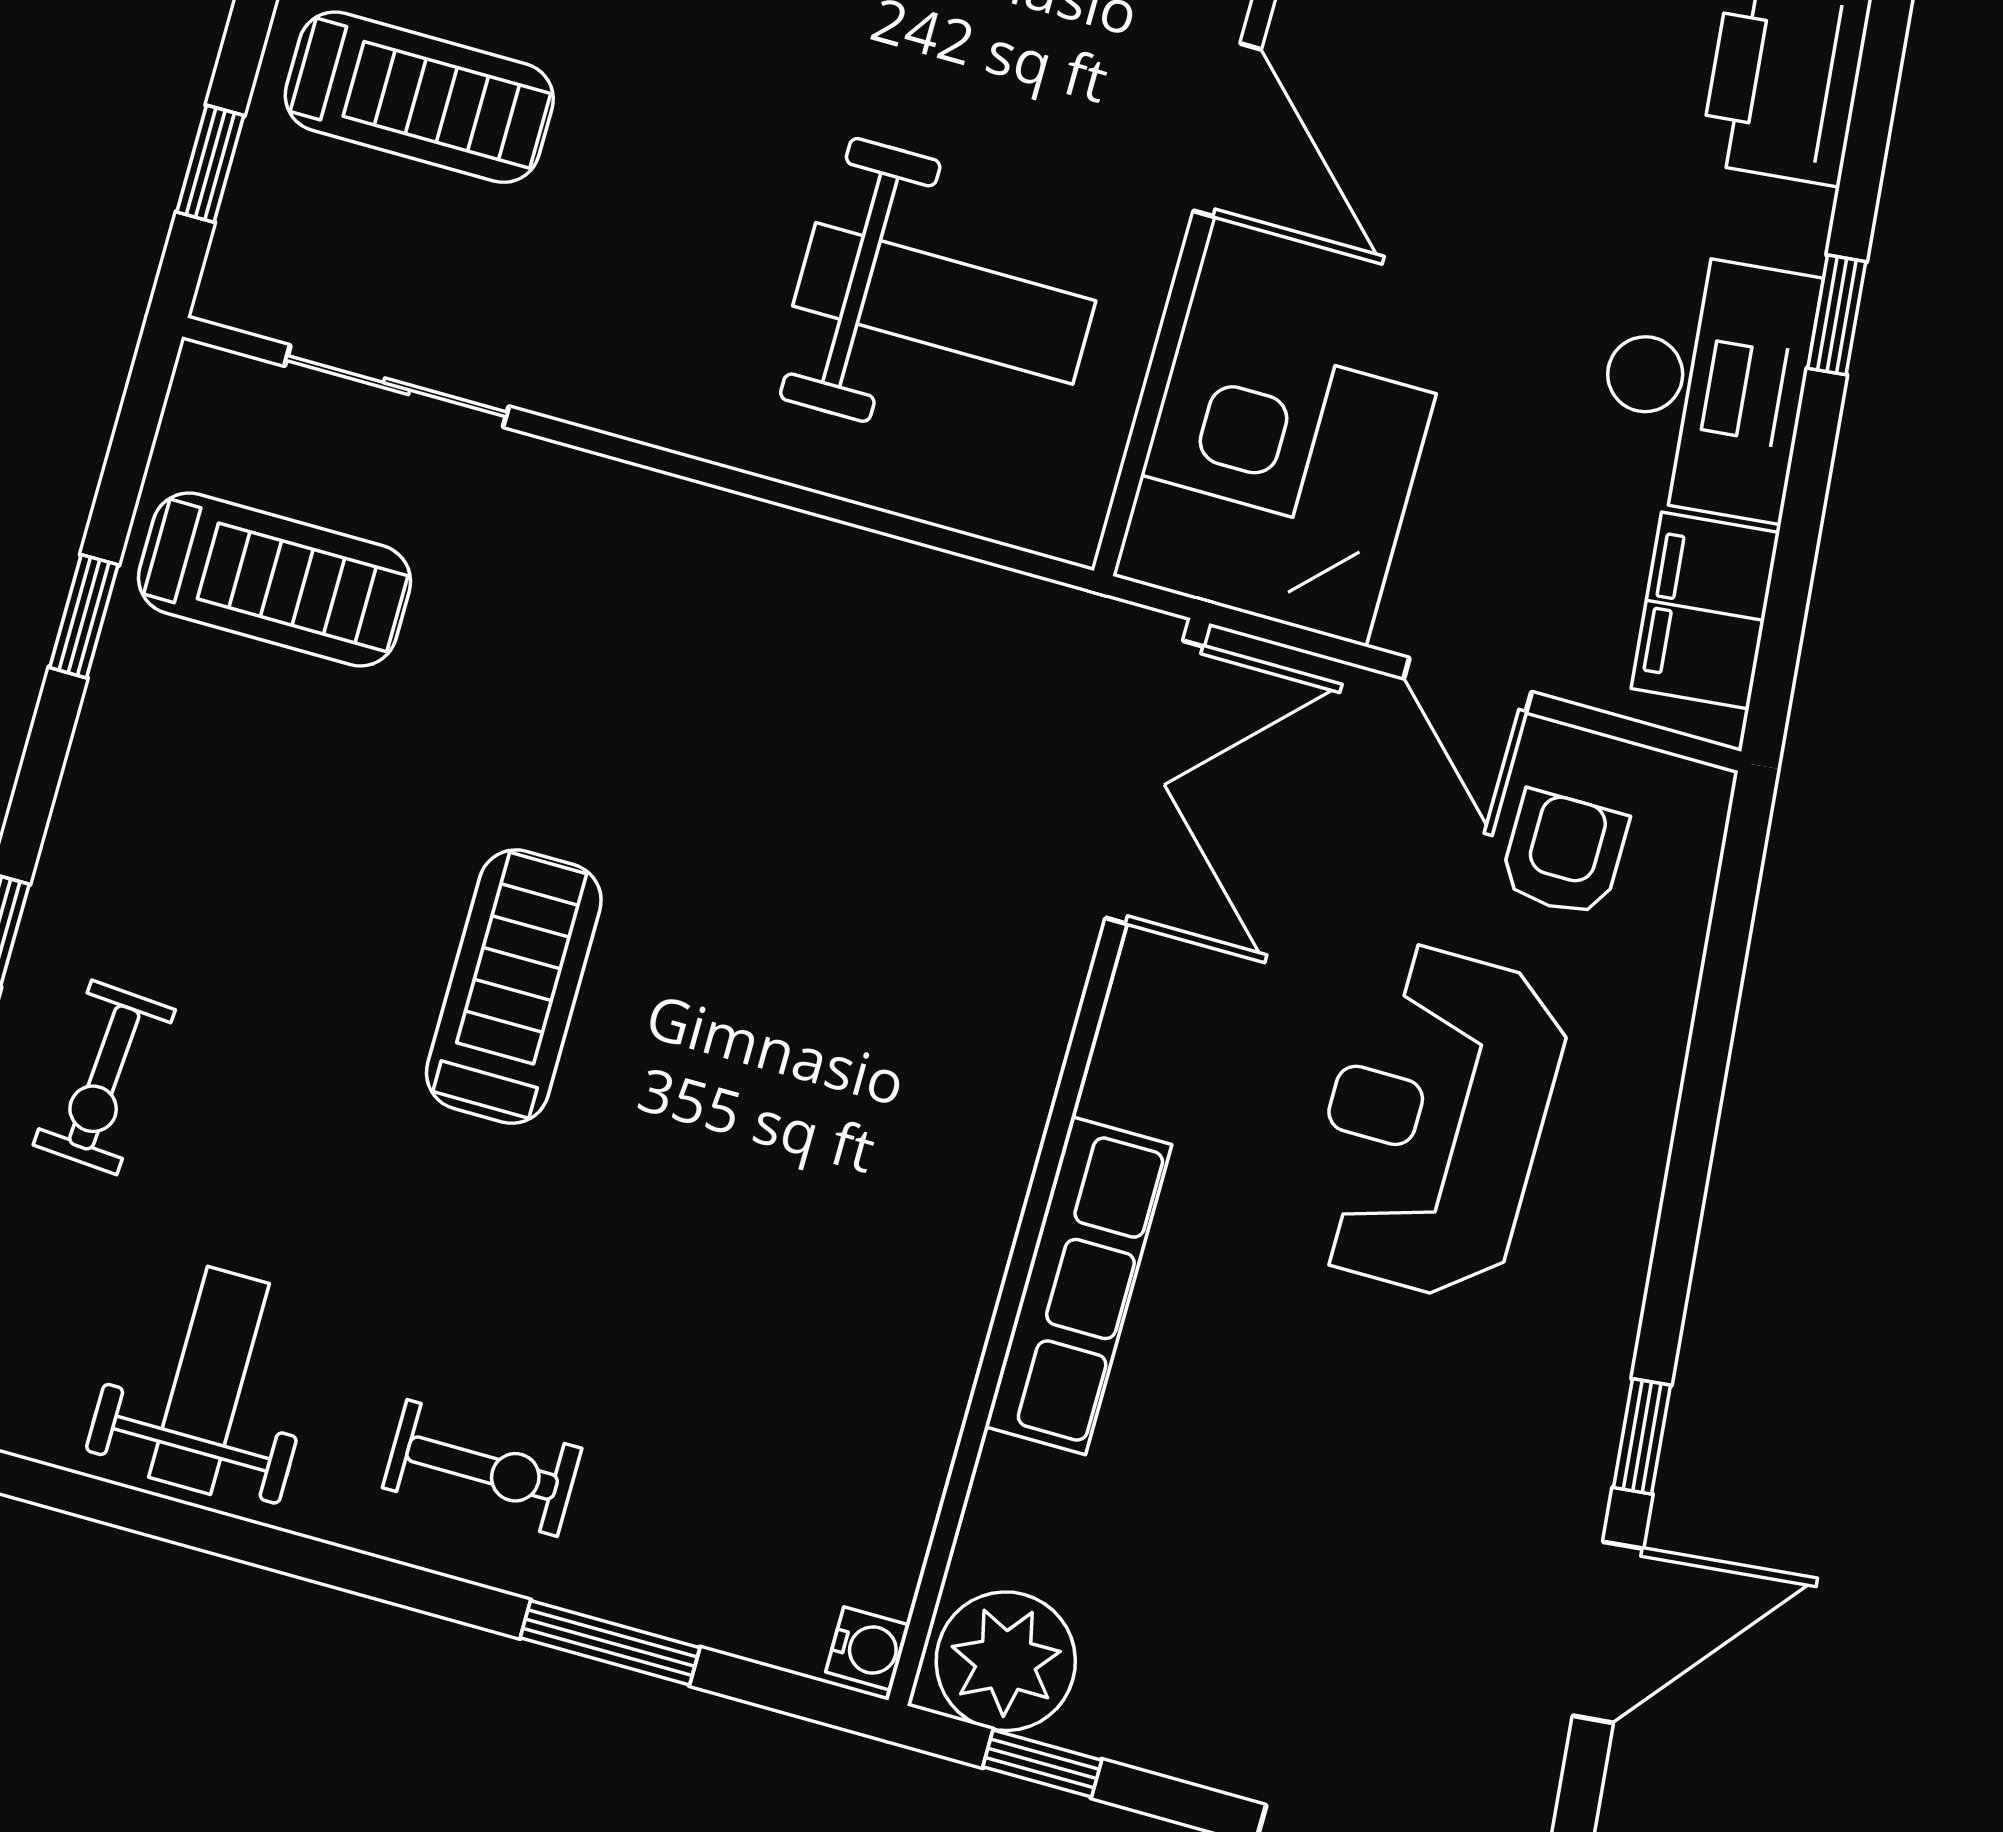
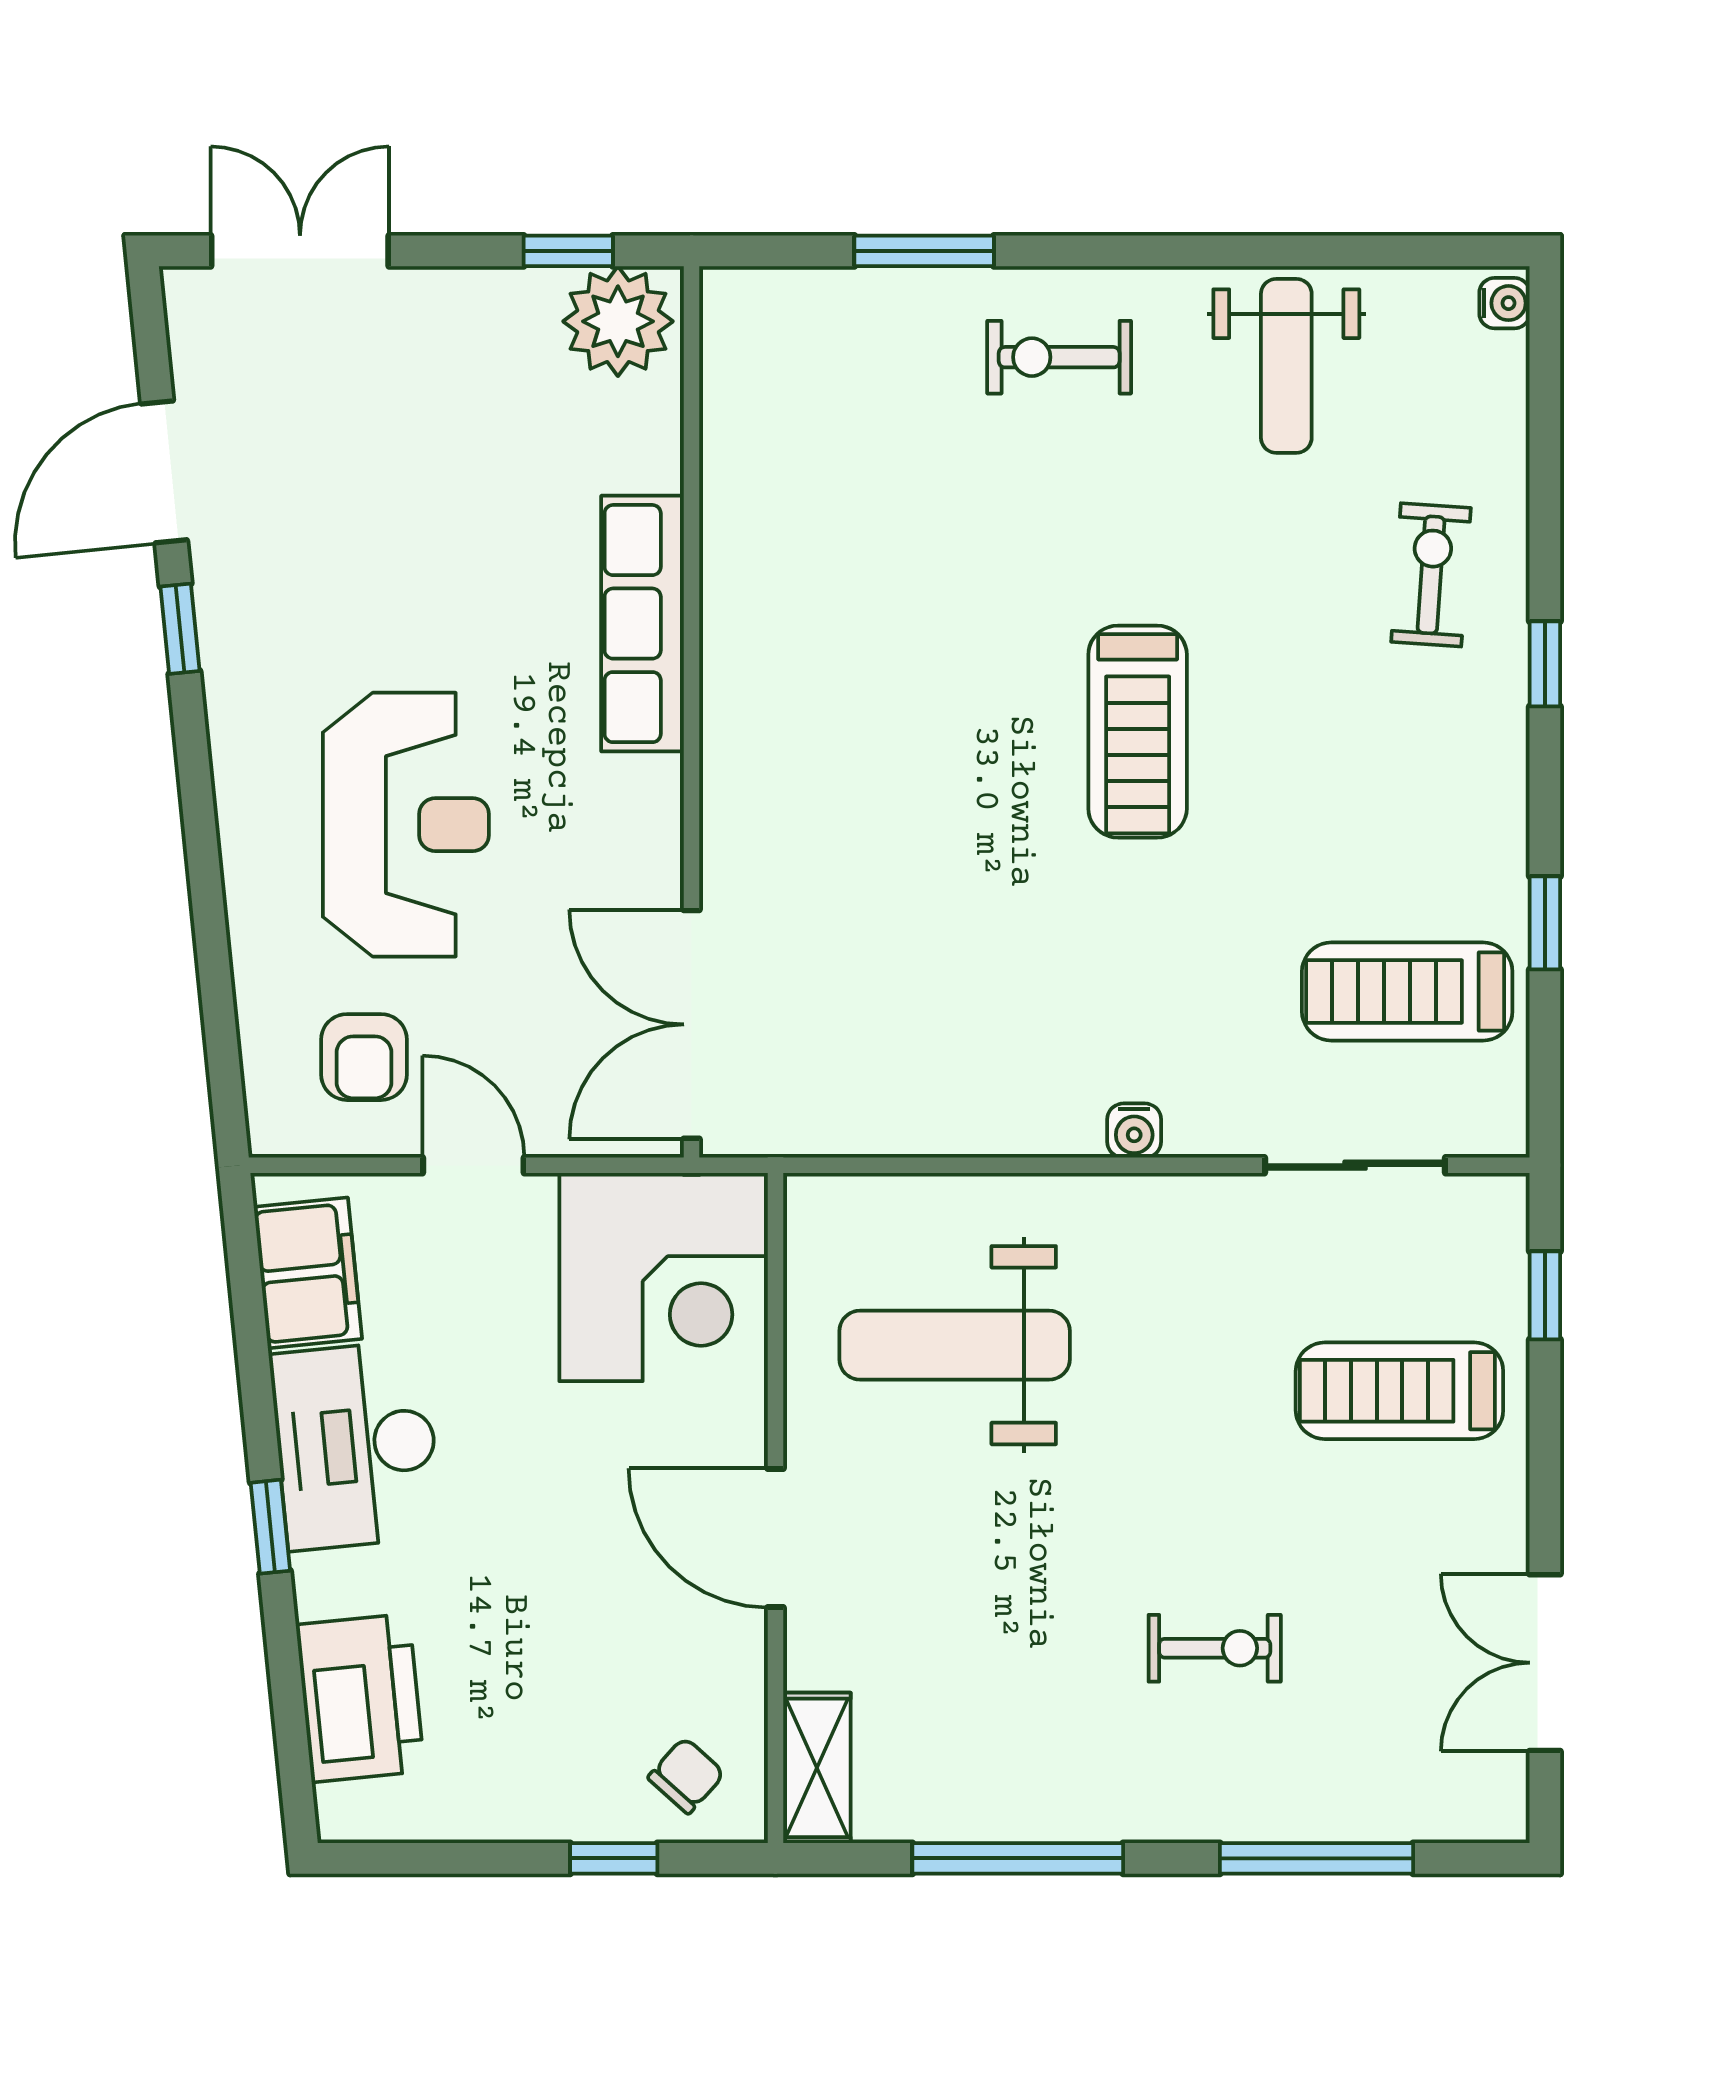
water cooler: (868, 1649) -> (1134, 1131), moved, turned -90

